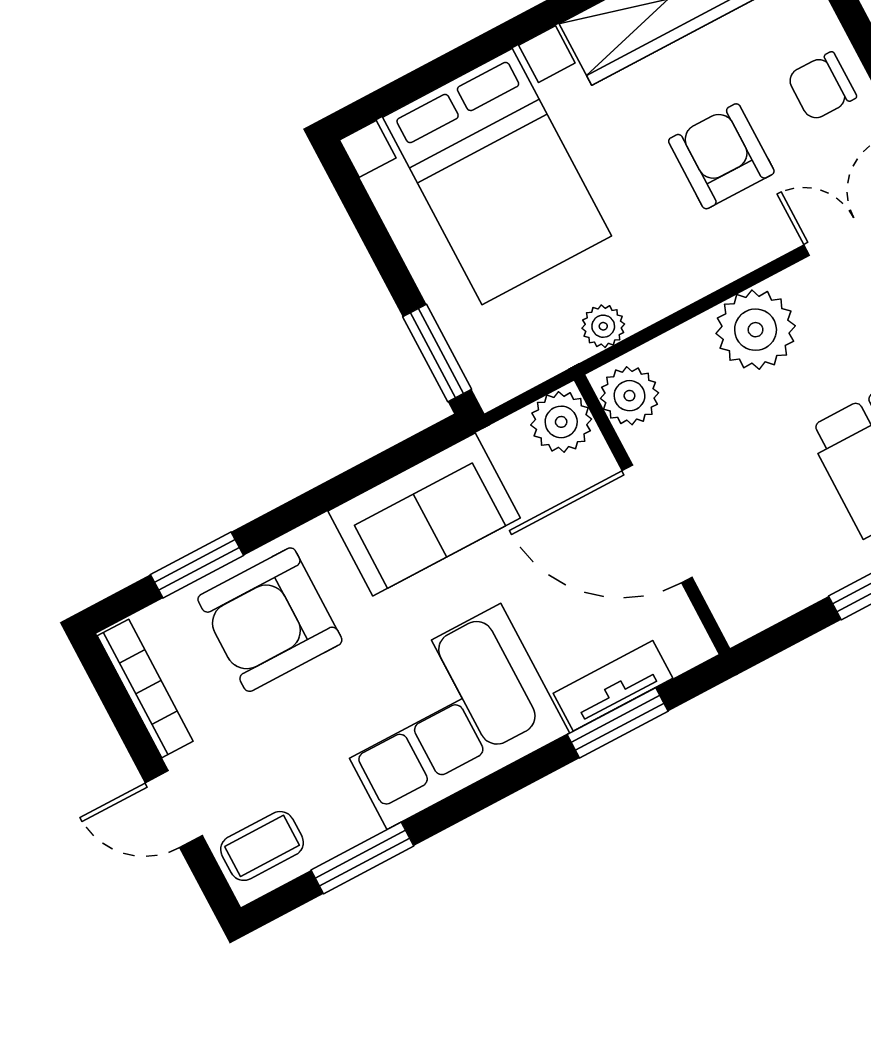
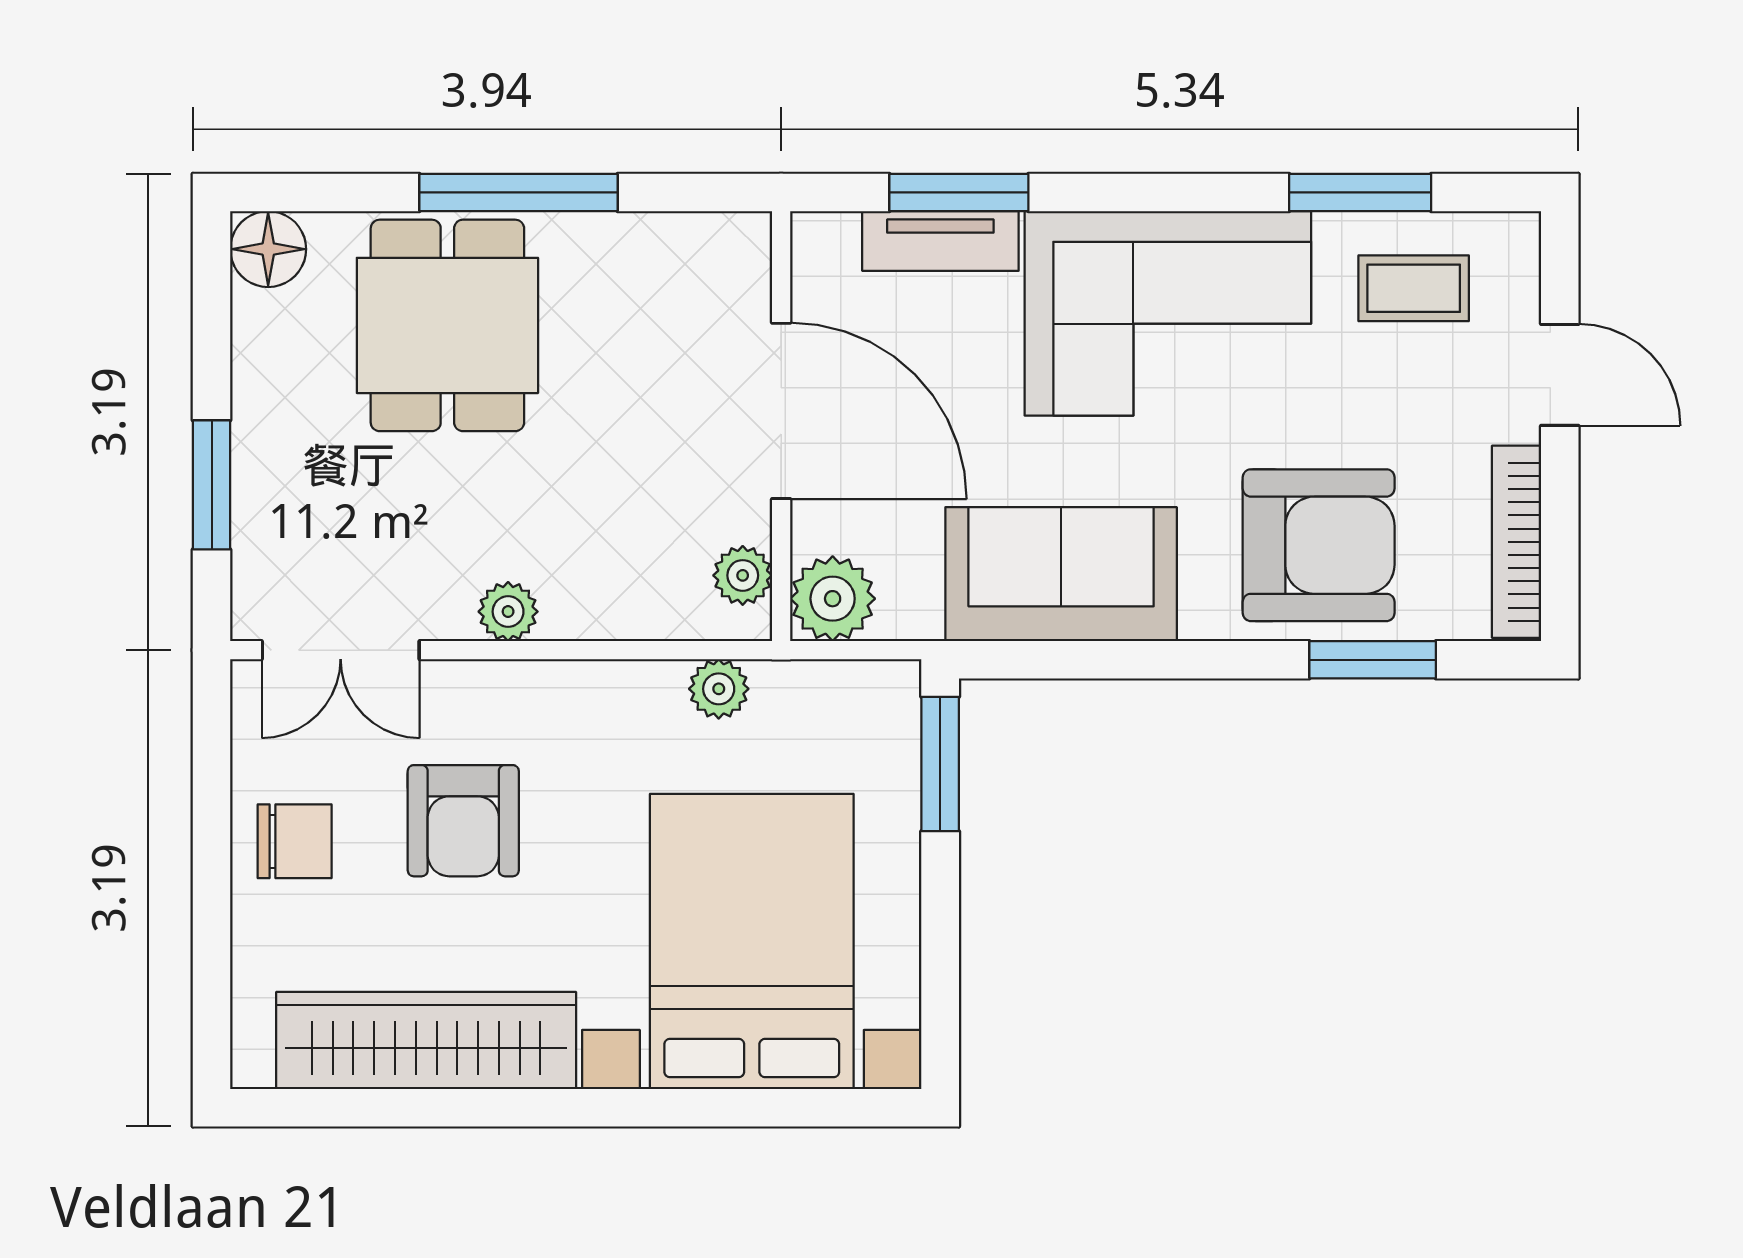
plant: (756, 330) -> (508, 612), width x0.53, depth x0.53
plant: (629, 396) -> (743, 575), width x0.73, depth x0.73
coffee table: (262, 846) -> (1414, 288), moved

